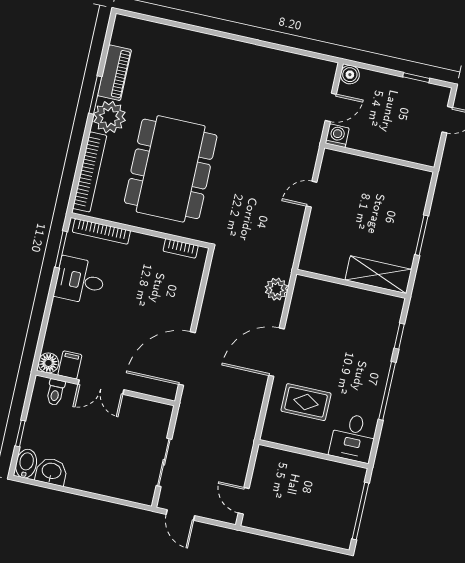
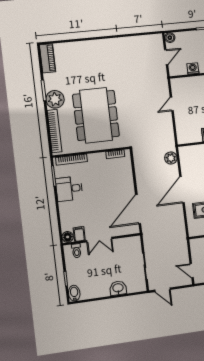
piano: (114, 73) -> (48, 58), moved
washing machine: (337, 136) -> (193, 69), moved
washbasin: (51, 472) -> (118, 288), moved

